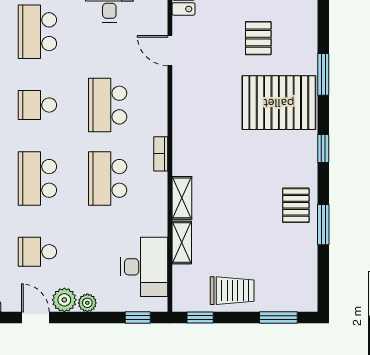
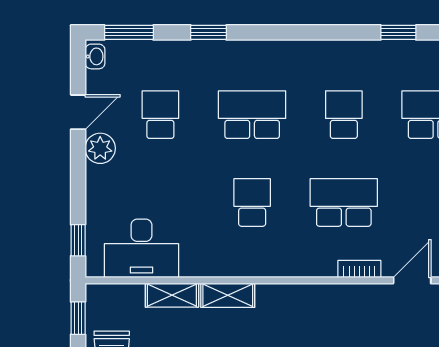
bookcase: (161, 154) -> (359, 269), moved
school desk: (108, 178) -> (252, 202), width x0.54
plant: (87, 303) -> (96, 177), removed

